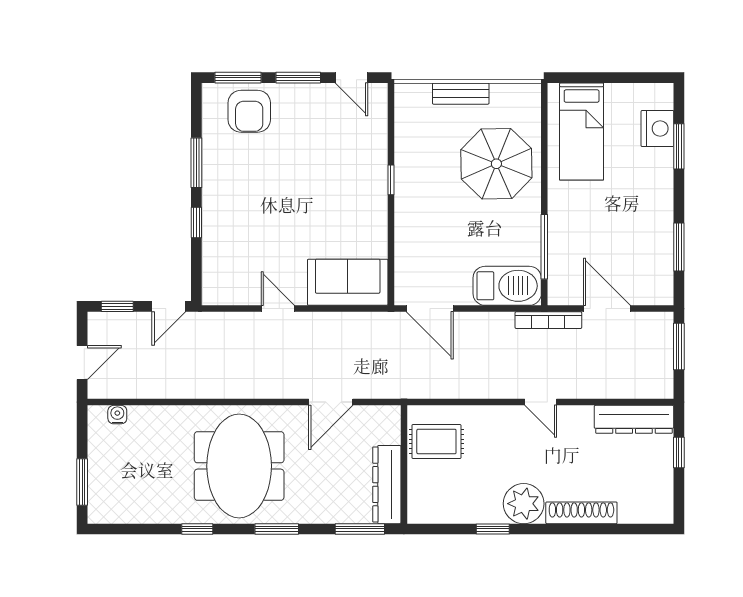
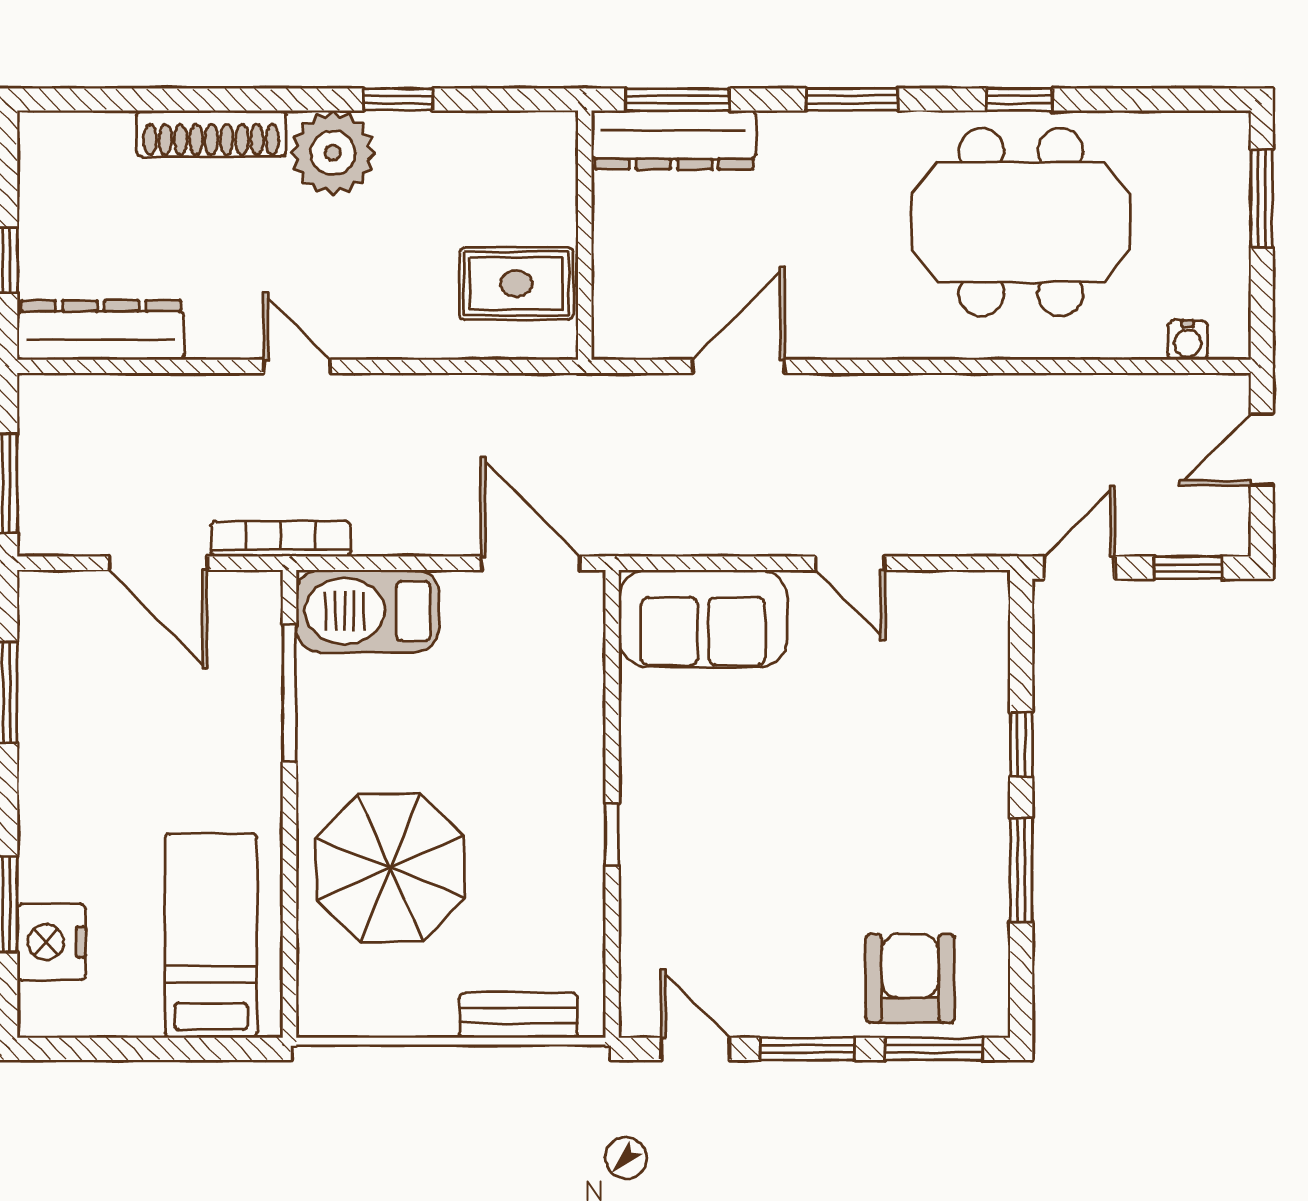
bench: (461, 94) -> (518, 1015), moved
meeting table: (239, 466) -> (1021, 222), moved, turned 90
dresser: (387, 485) -> (674, 140), moved, turned 90

